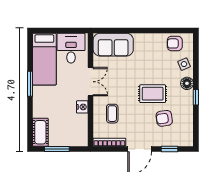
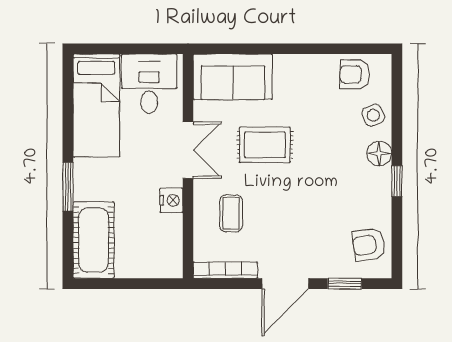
window: (30, 84) -> (68, 187), moved
rug: (153, 94) -> (265, 145), moved
armchair: (164, 118) -> (369, 245), moved
cot: (40, 132) -> (94, 240), width x1.37, depth x1.34
window: (57, 149) -> (121, 284), removed

